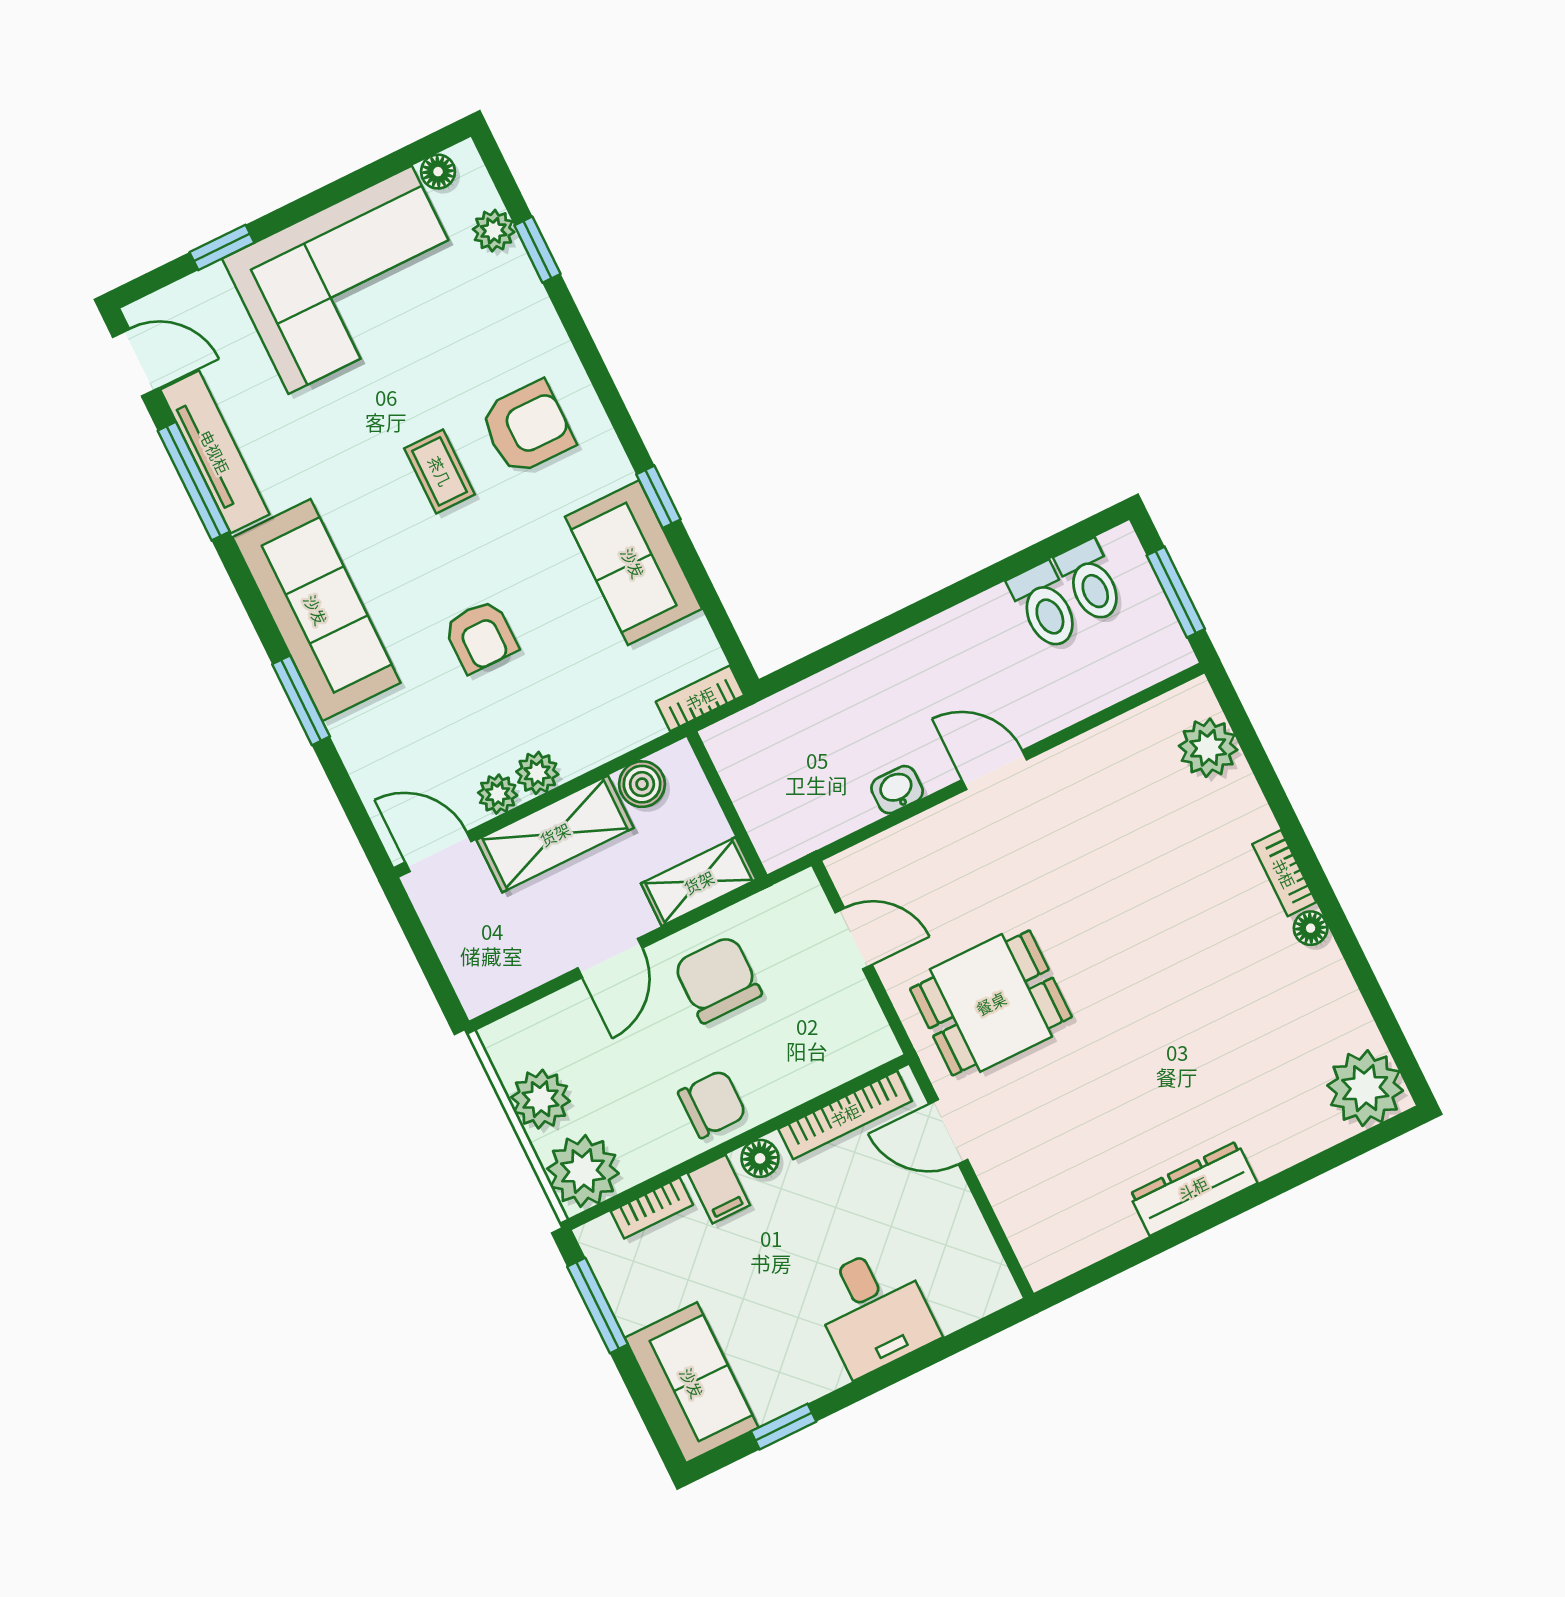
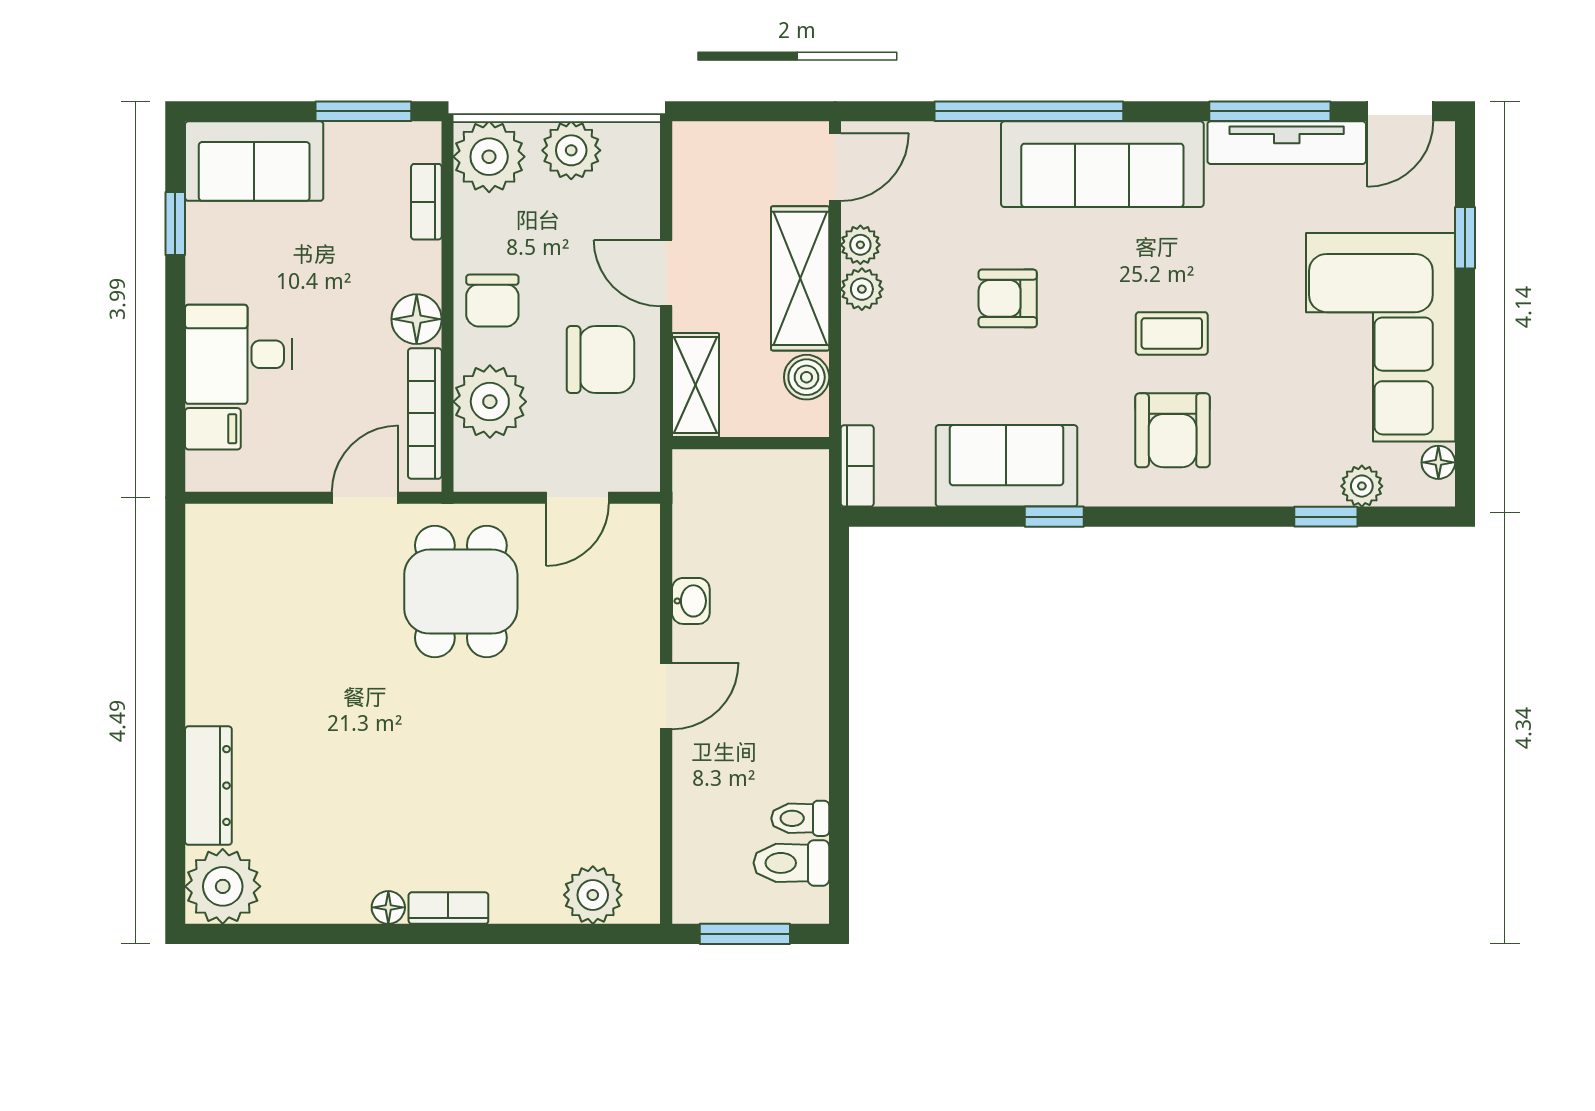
toilet: (1045, 606) -> (800, 818), width x0.73, depth x0.72
window: (301, 700) -> (1029, 111), width x2.11
plant: (805, 1061) -> (490, 402), added
floor lamp: (760, 1158) -> (417, 319), width x1.37, depth x1.37
dresser: (1193, 1188) -> (208, 786), moved
filing cabinet: (719, 1189) -> (213, 429), moved, turned 180

